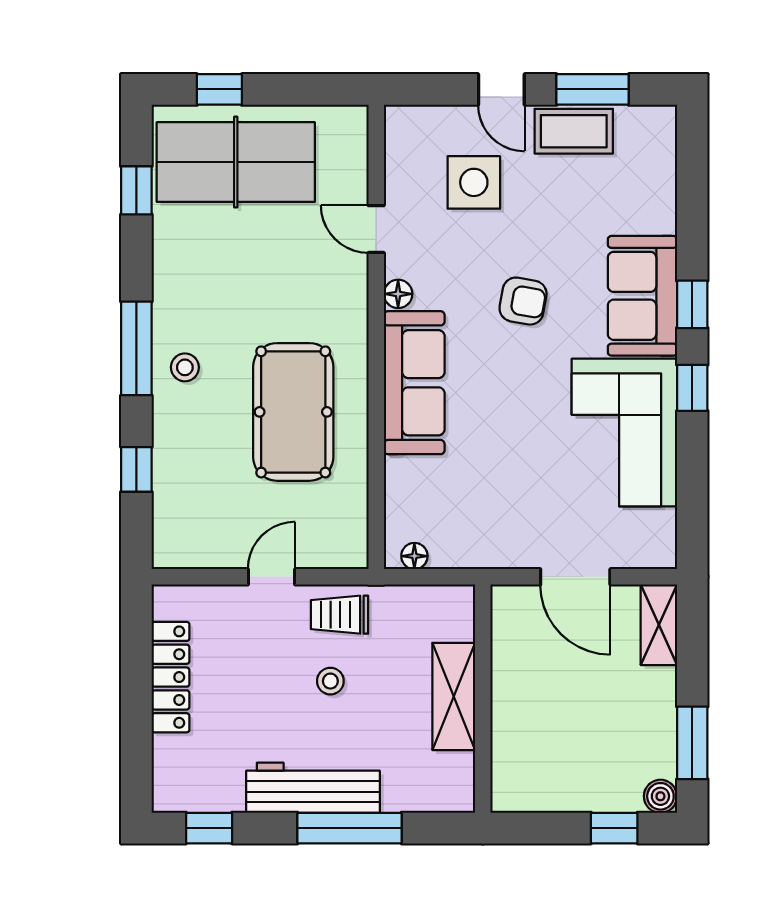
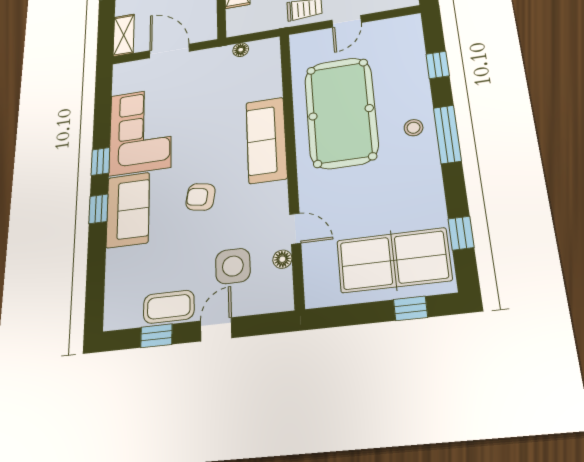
door: (501, 89) -> (216, 329), hinge flipped
window: (593, 89) -> (156, 336), width x0.67
floor lamp: (398, 294) -> (282, 259), moved
pool table: (293, 412) -> (341, 112), width x1.36, depth x1.32
floor lamp: (414, 556) -> (241, 50), moved

